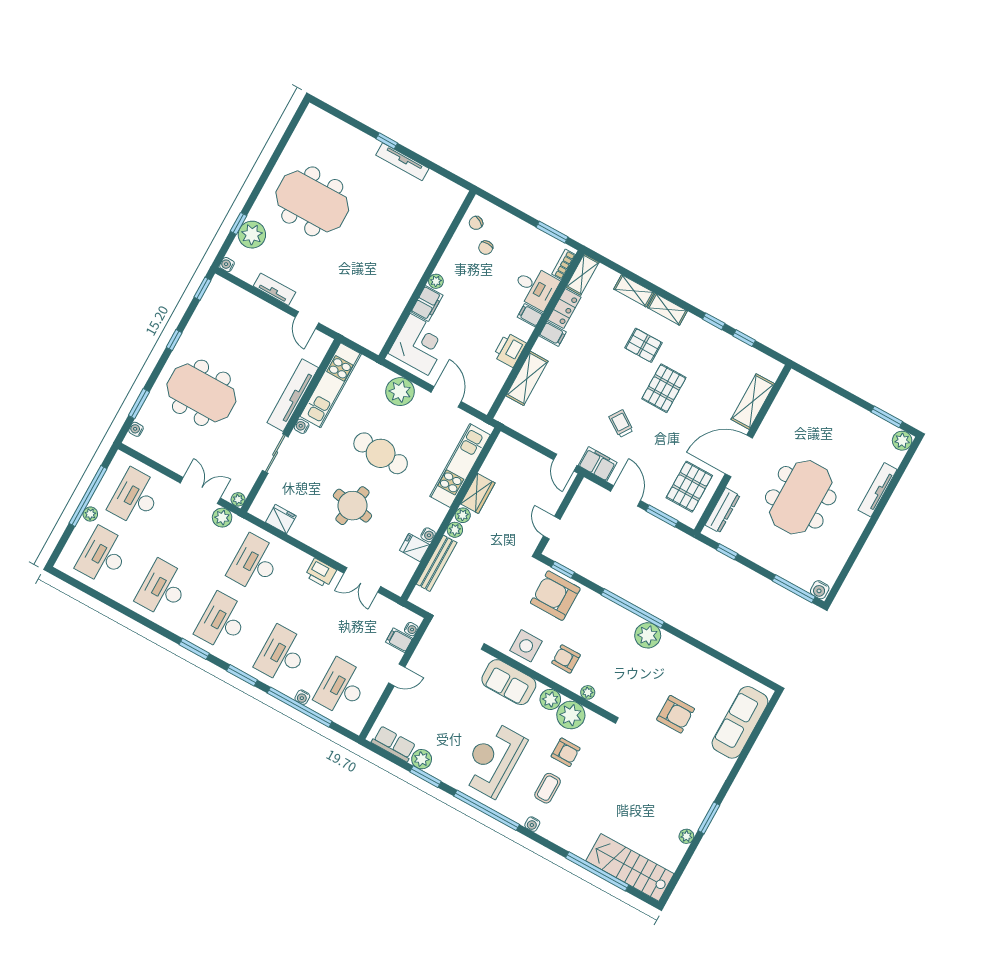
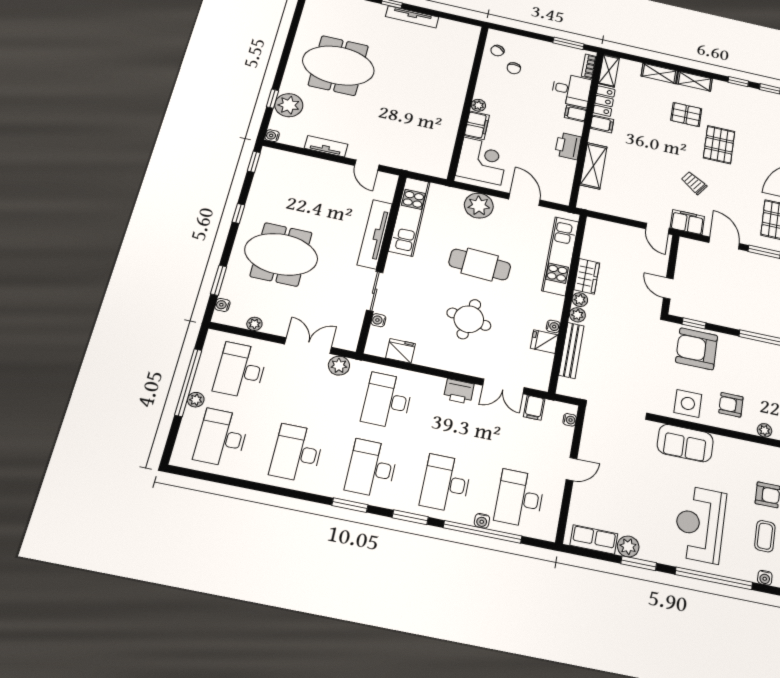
water cooler: (302, 426) -> (378, 320), moved
plant: (238, 499) -> (254, 324), moved
filing cabinet: (399, 640) -> (534, 408), moved, turned -90
plant: (550, 699) -> (732, 448), removed
plant: (571, 715) -> (758, 457), removed

